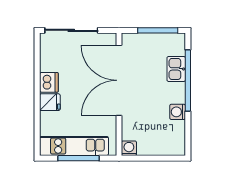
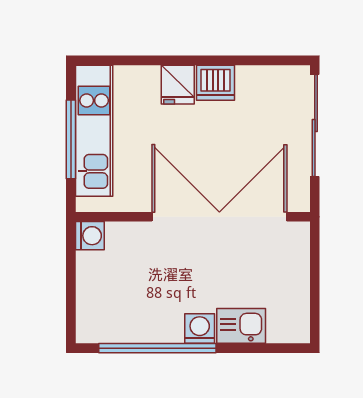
window: (158, 30) -> (315, 291), removed
window: (188, 80) -> (157, 348), moved
washing machine: (178, 112) -> (200, 329), moved

